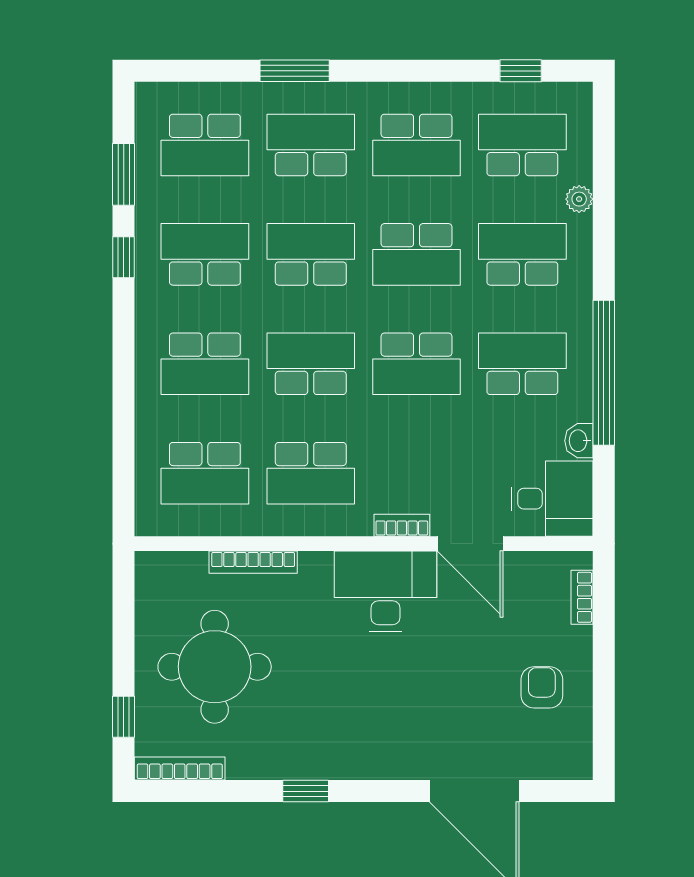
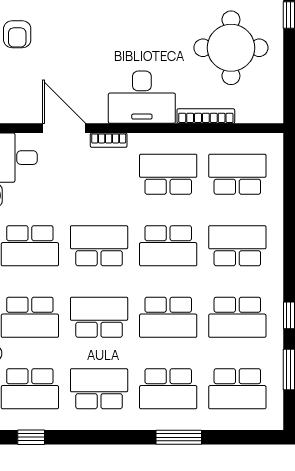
school desk: (205, 145) -> (237, 389), turned 180
desk: (385, 591) -> (142, 97), moved

